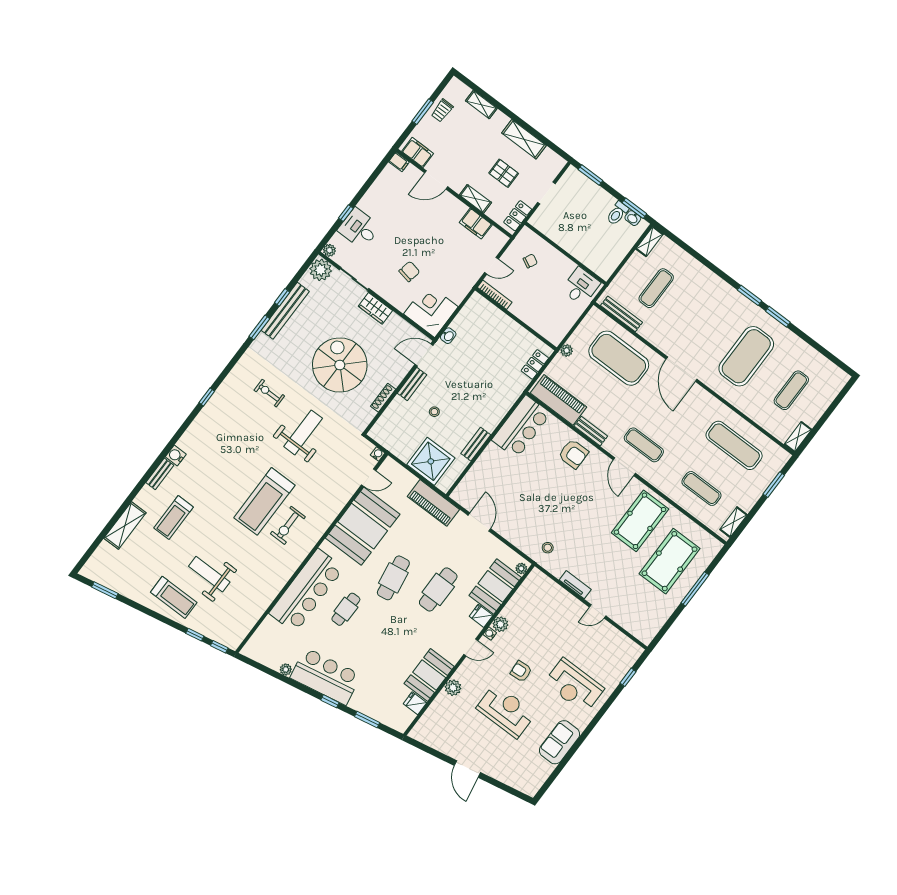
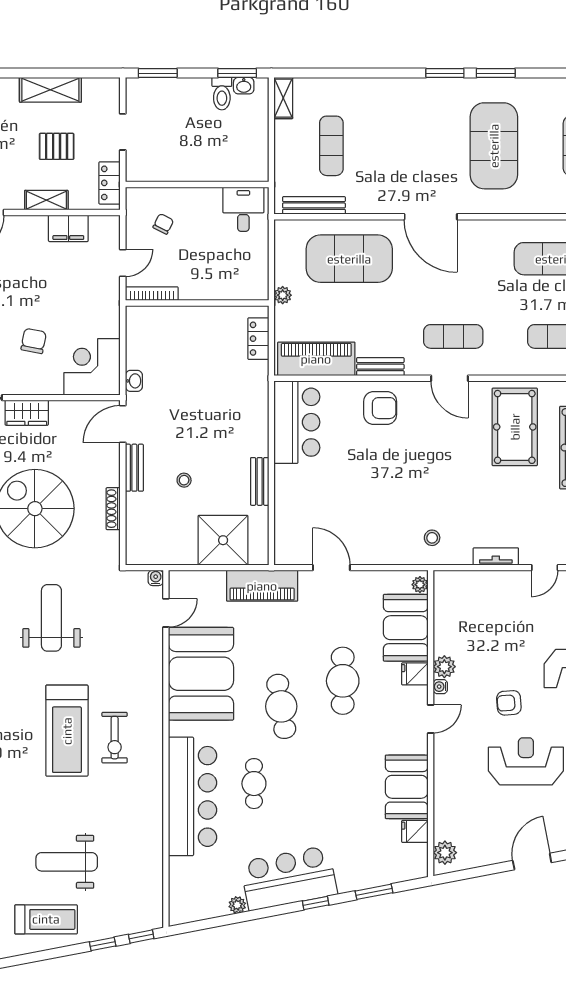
plant: (453, 688) -> (445, 853), moved
door: (467, 769) -> (532, 861), swing flipped

